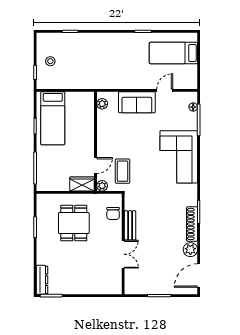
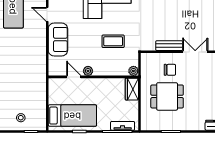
plant: (102, 104) -> (88, 71), moved
door: (96, 166) -> (74, 77), moved
coffee table: (123, 171) -> (113, 41), moved
tv unit: (41, 174) -> (123, 126), added
chair: (113, 213) -> (170, 70), moved

